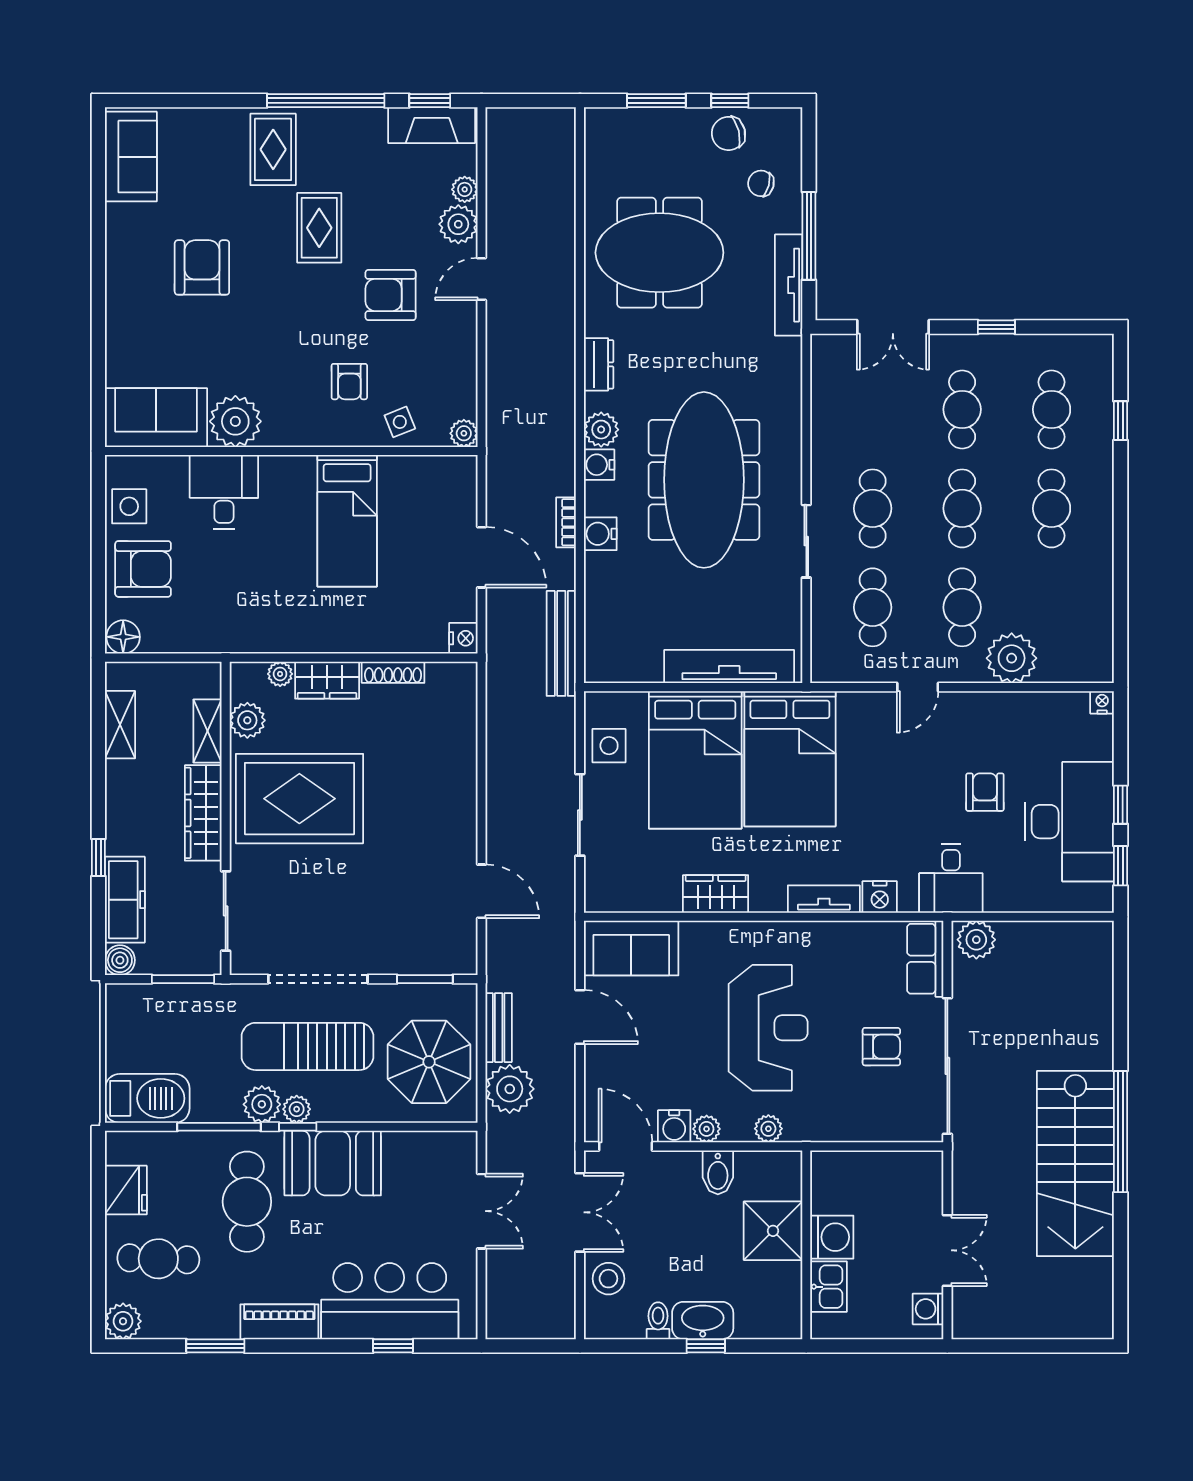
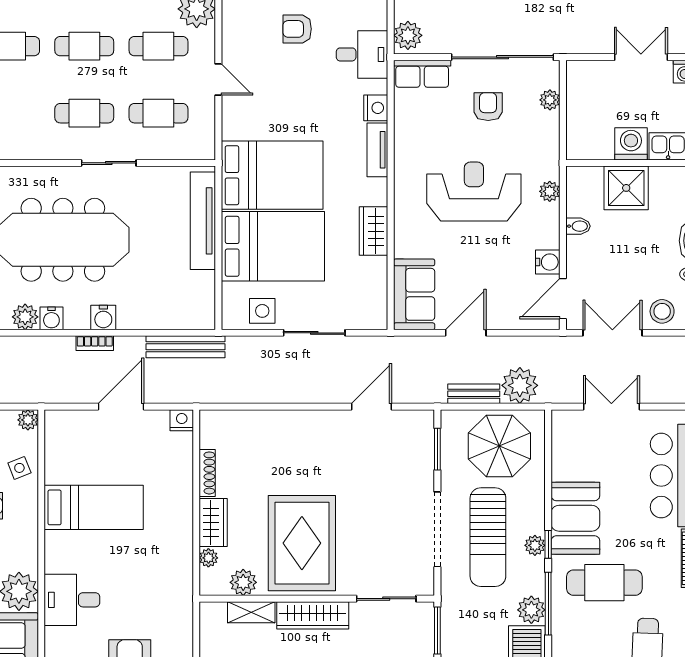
plant: (262, 1104) -> (531, 610), moved
plant: (707, 1129) -> (550, 100), moved
bidet: (718, 1172) -> (578, 226), width x0.72, depth x0.74

